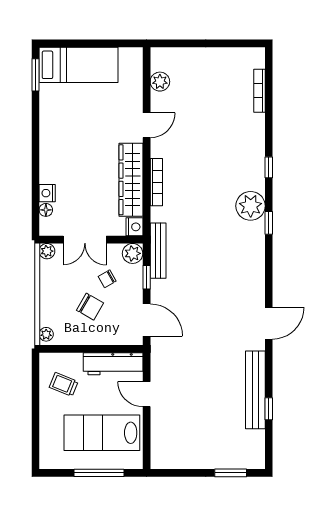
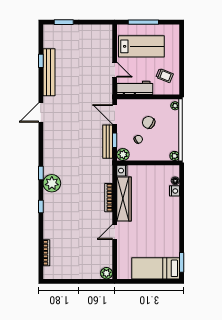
plant: (160, 82) -> (106, 273), moved
double door: (85, 240) -> (152, 163), removed
bench: (158, 251) -> (108, 142), moved

